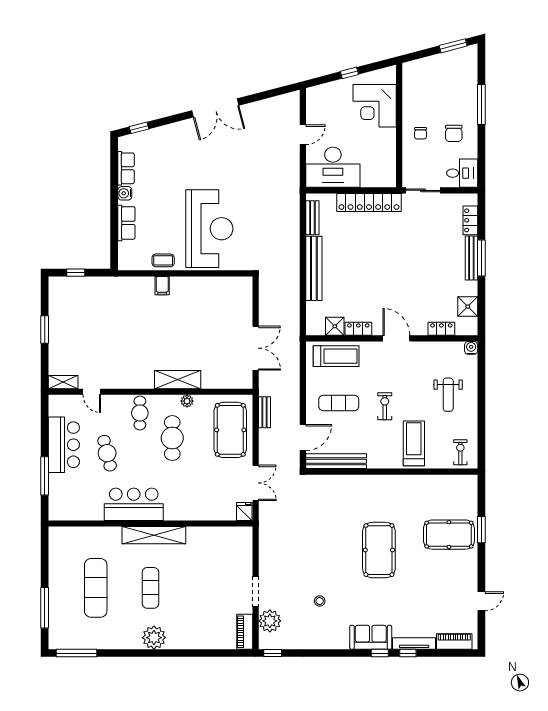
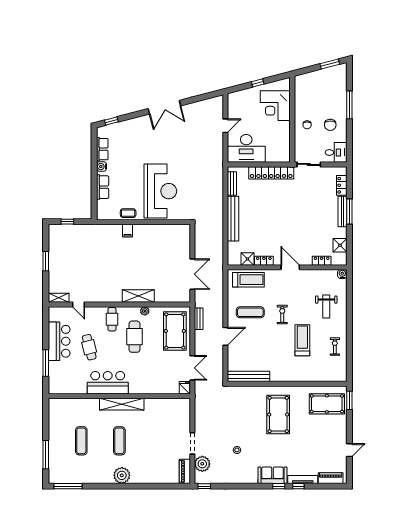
bench: (336, 461) -> (248, 376), moved
wall: (392, 472) -> (287, 384), moved
exercise mat: (96, 588) -> (81, 441), width x0.73, depth x0.69

